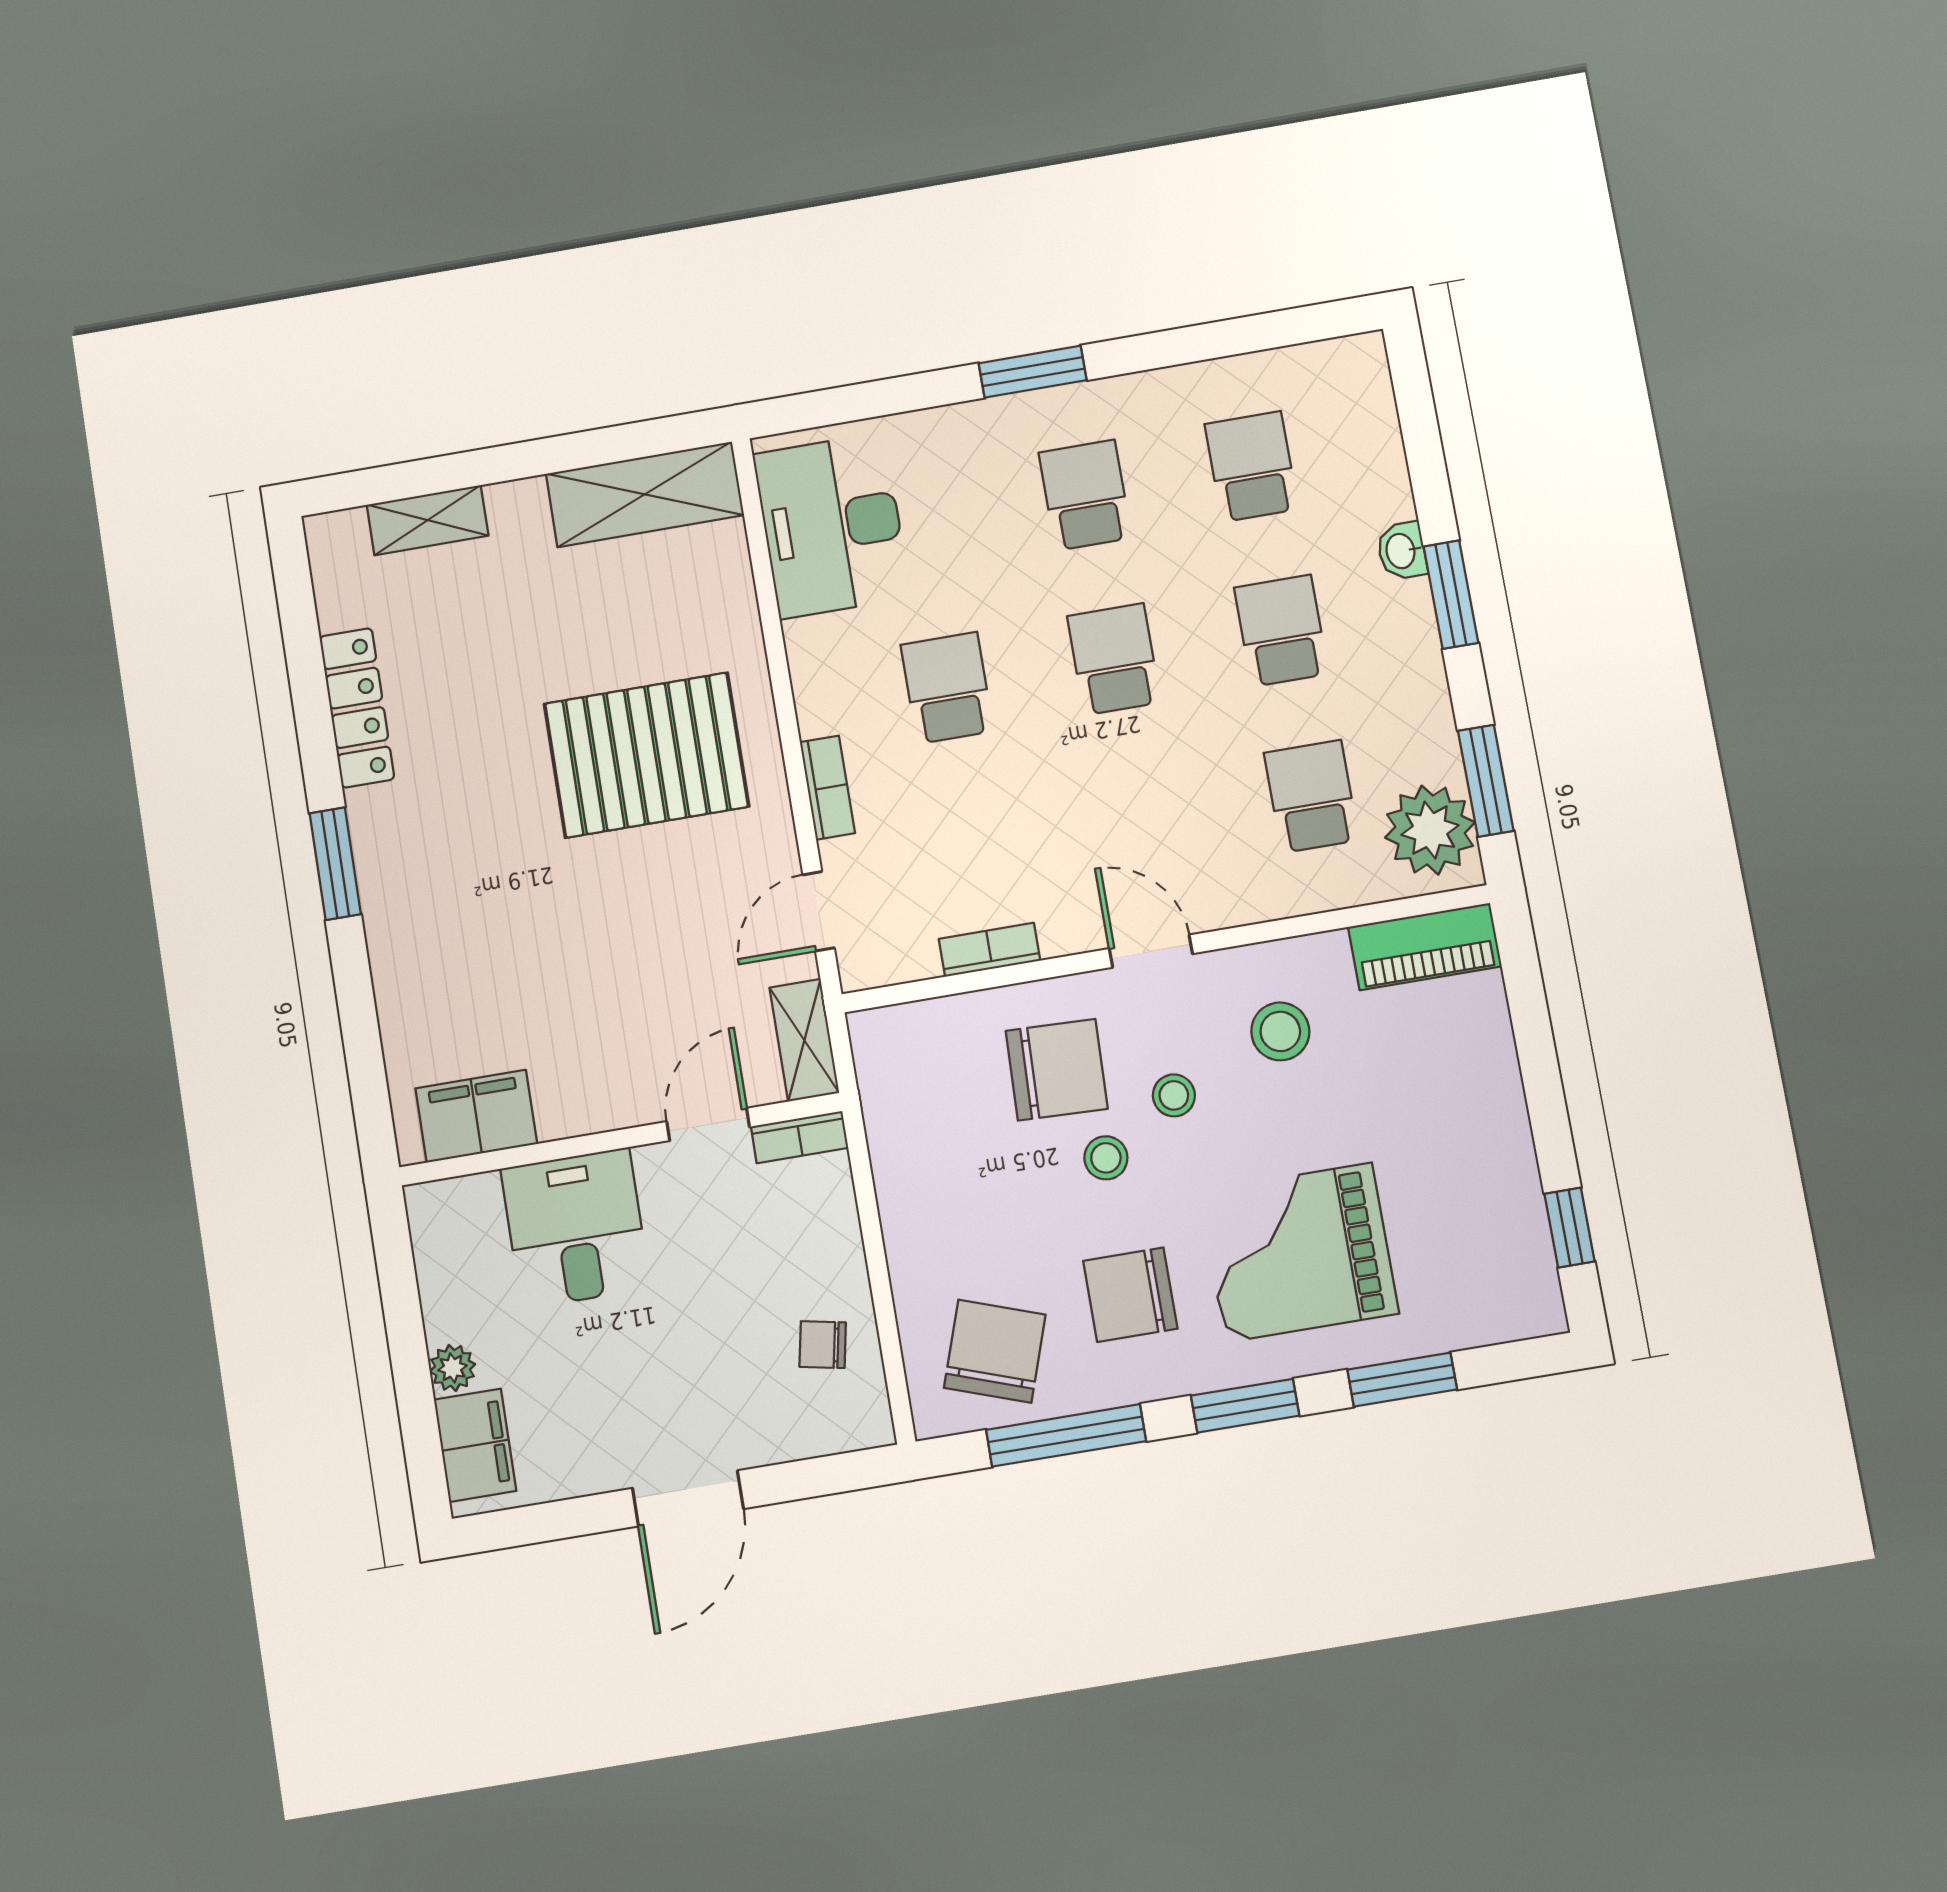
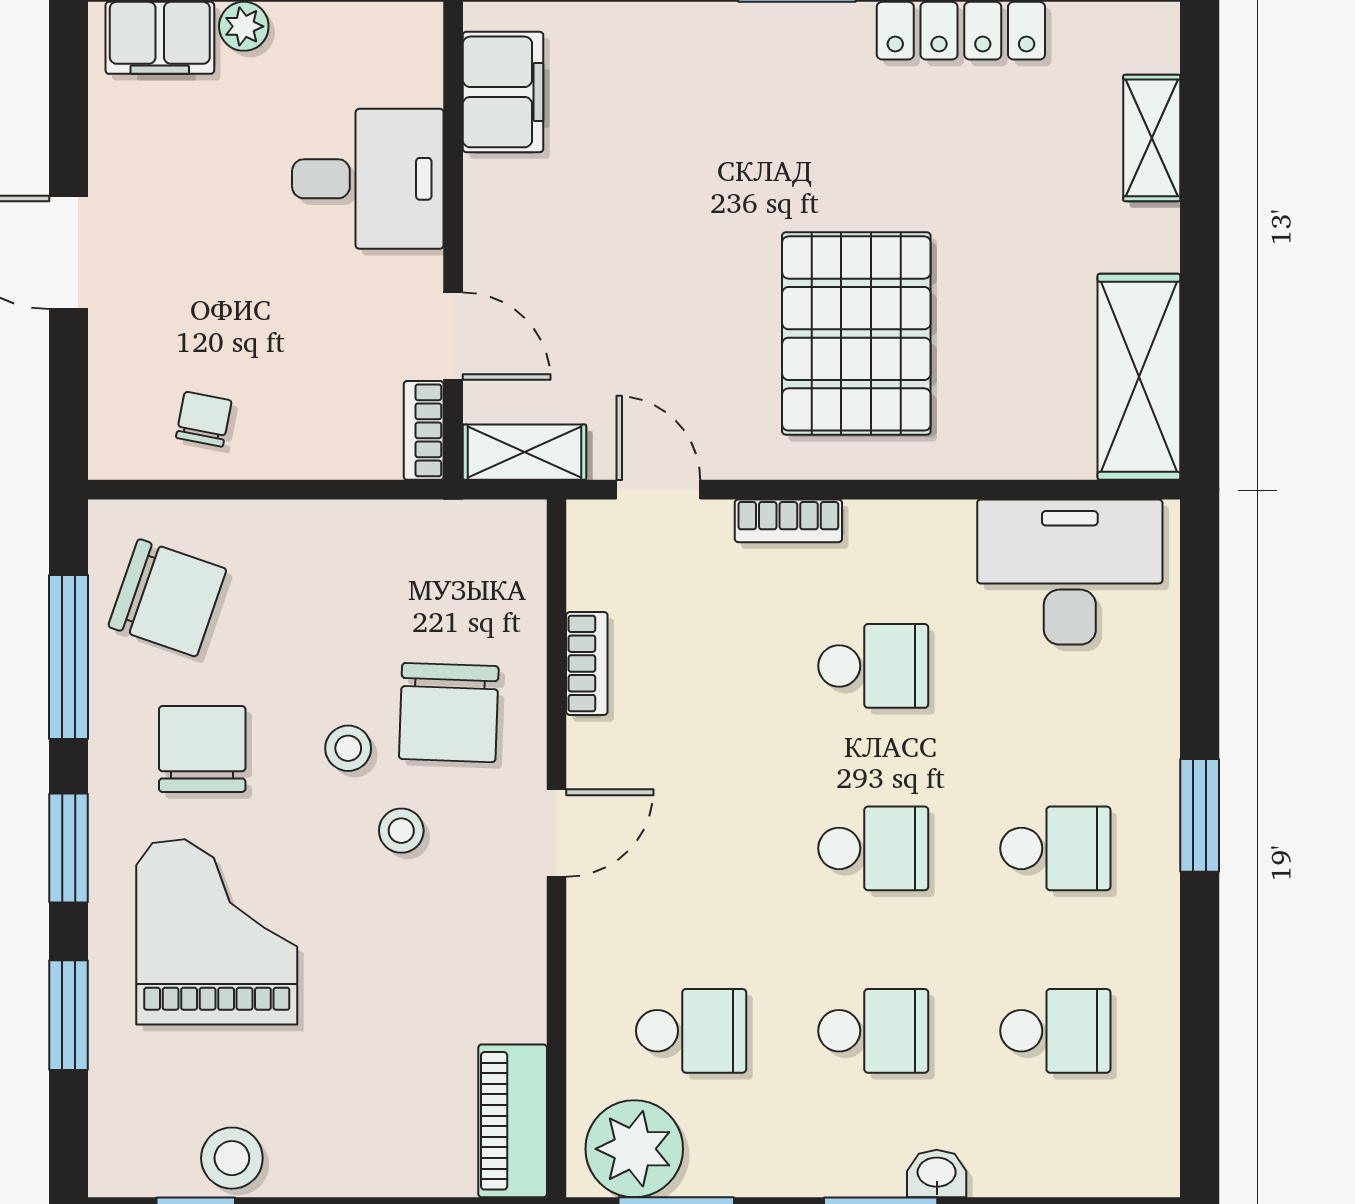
stool: (1280, 1031) -> (232, 1158), moved

